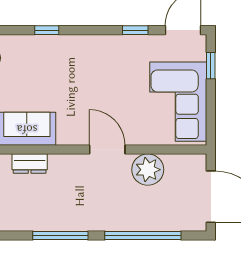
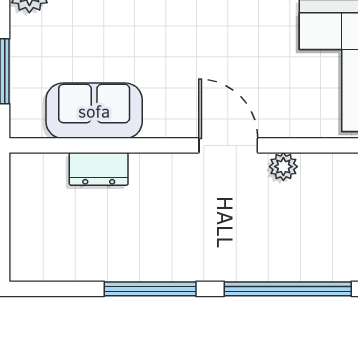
plant: (148, 170) -> (283, 167), width x0.53, depth x0.53

